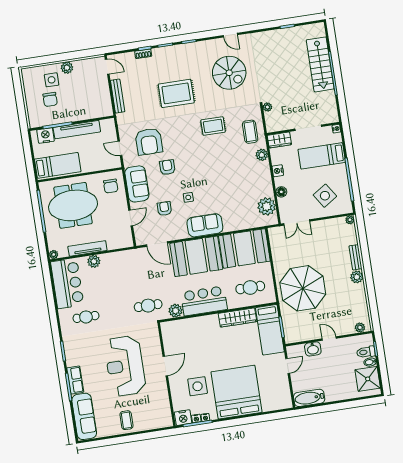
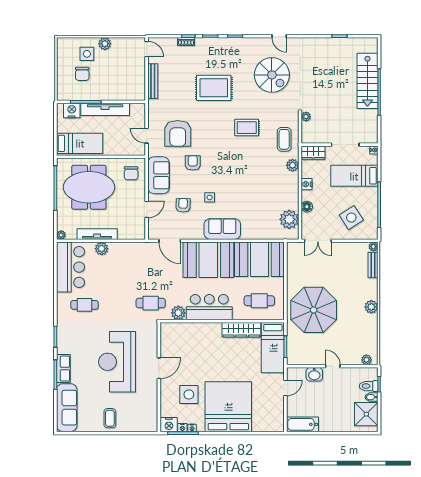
bench: (355, 257) -> (373, 265), moved

